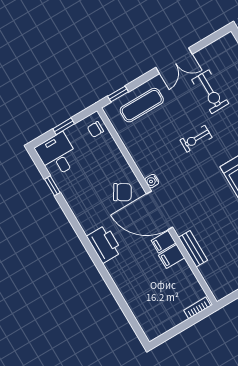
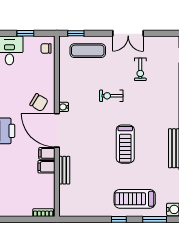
exercise bike: (210, 92) -> (140, 69), width x0.73, depth x0.72

